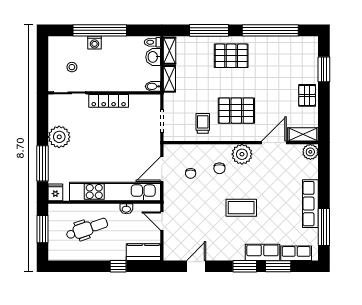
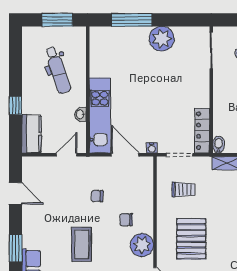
locker: (109, 101) -> (202, 131), moved
trolley: (203, 123) -> (183, 189), moved
water cooler: (156, 146) -> (152, 148), added
chair: (191, 173) -> (97, 196), moved
fridge: (55, 192) -> (99, 34), removed
kitchen unit: (115, 192) -> (100, 116), width x0.73

